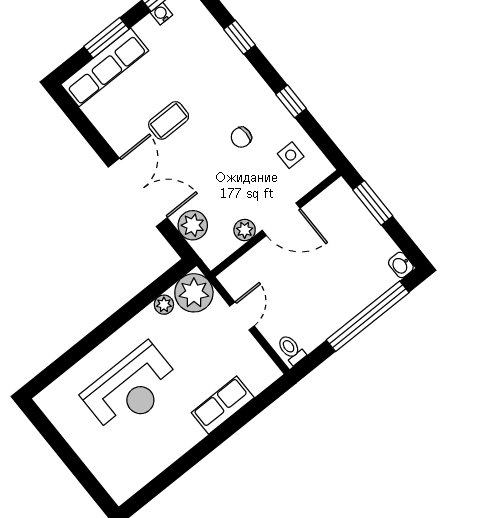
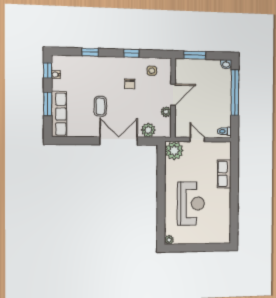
plant: (164, 305) -> (169, 240), moved

